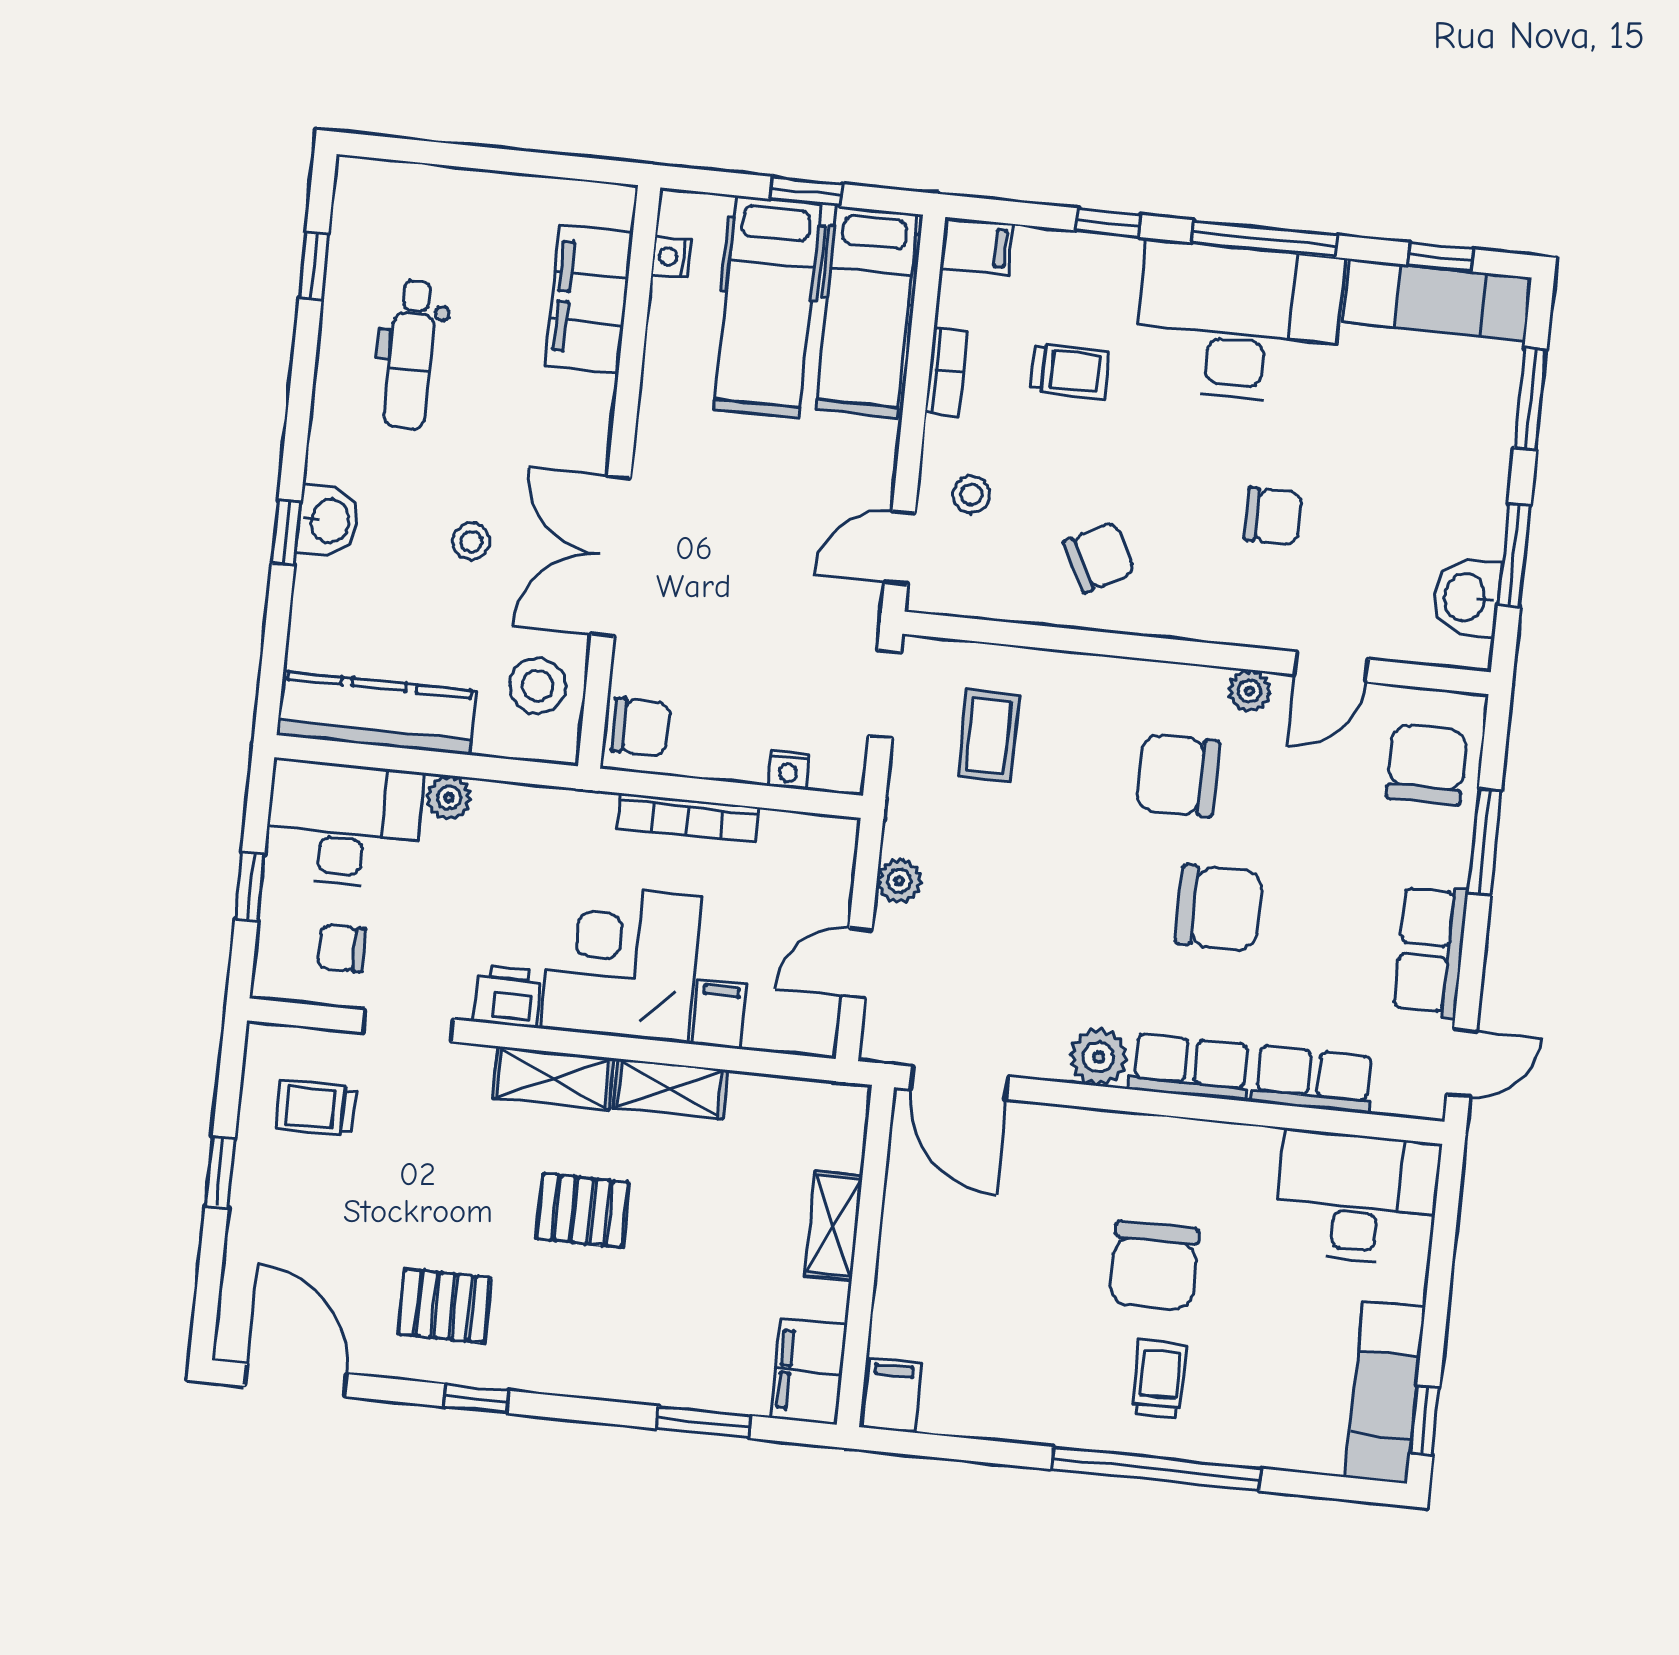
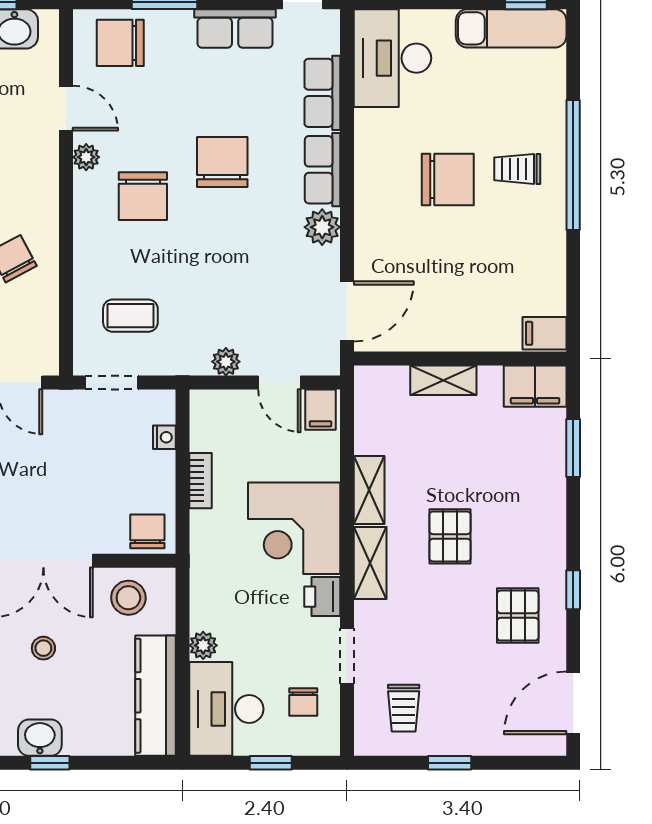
bookcase: (688, 818) -> (200, 481), width x0.64
filing cabinet: (719, 1014) -> (320, 410), moved, turned -90

